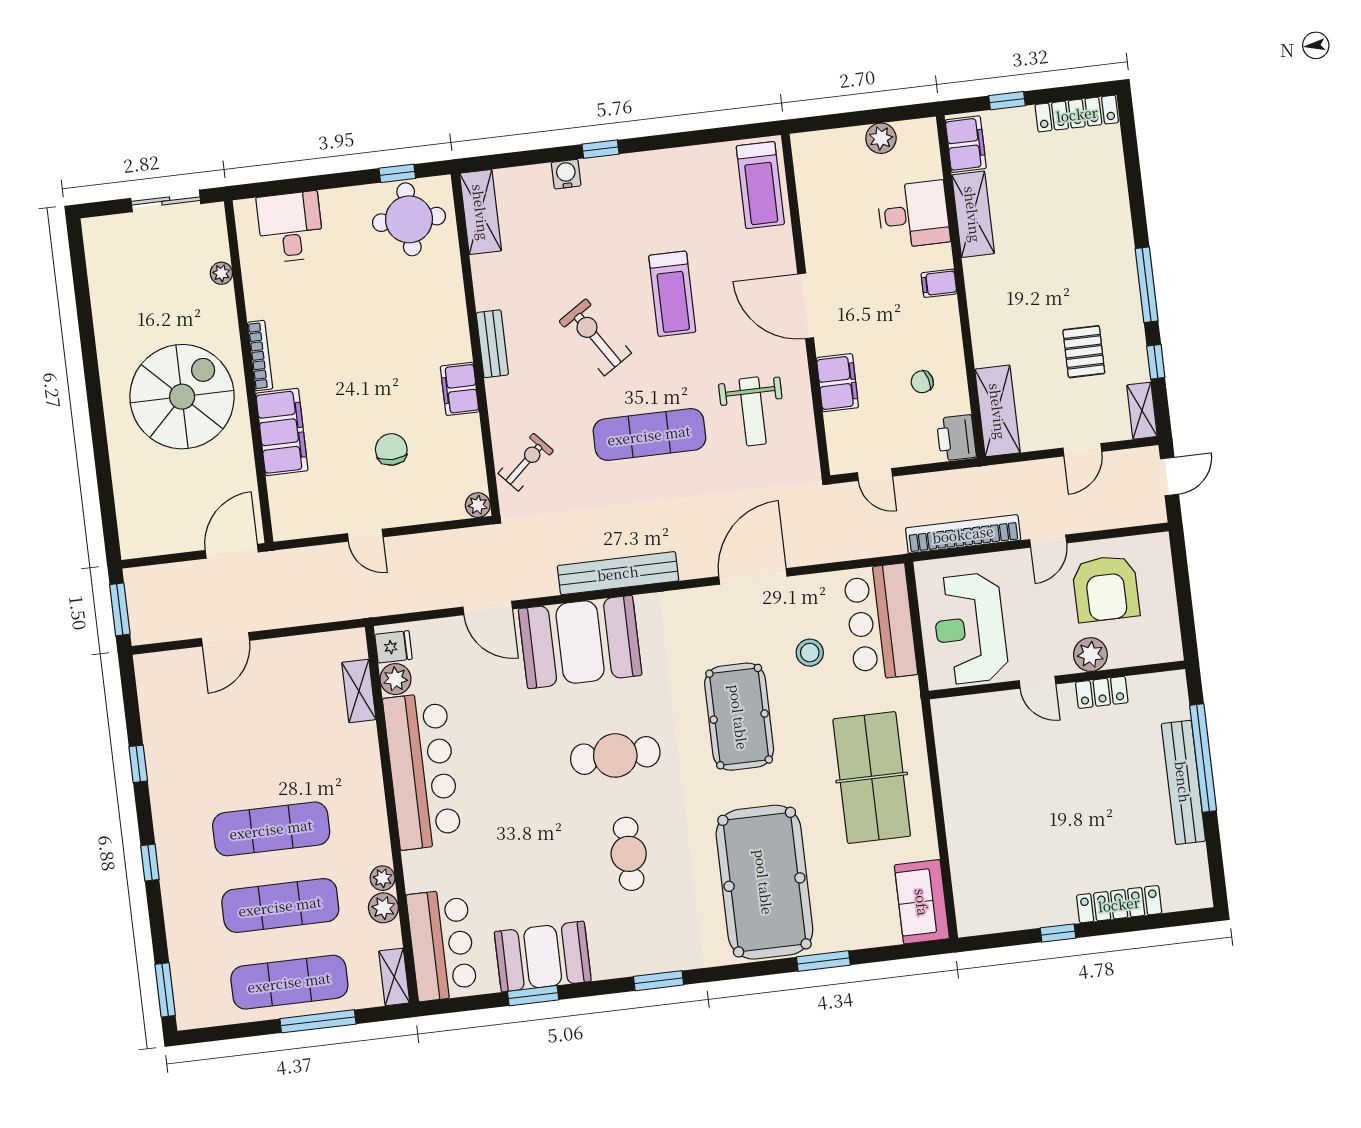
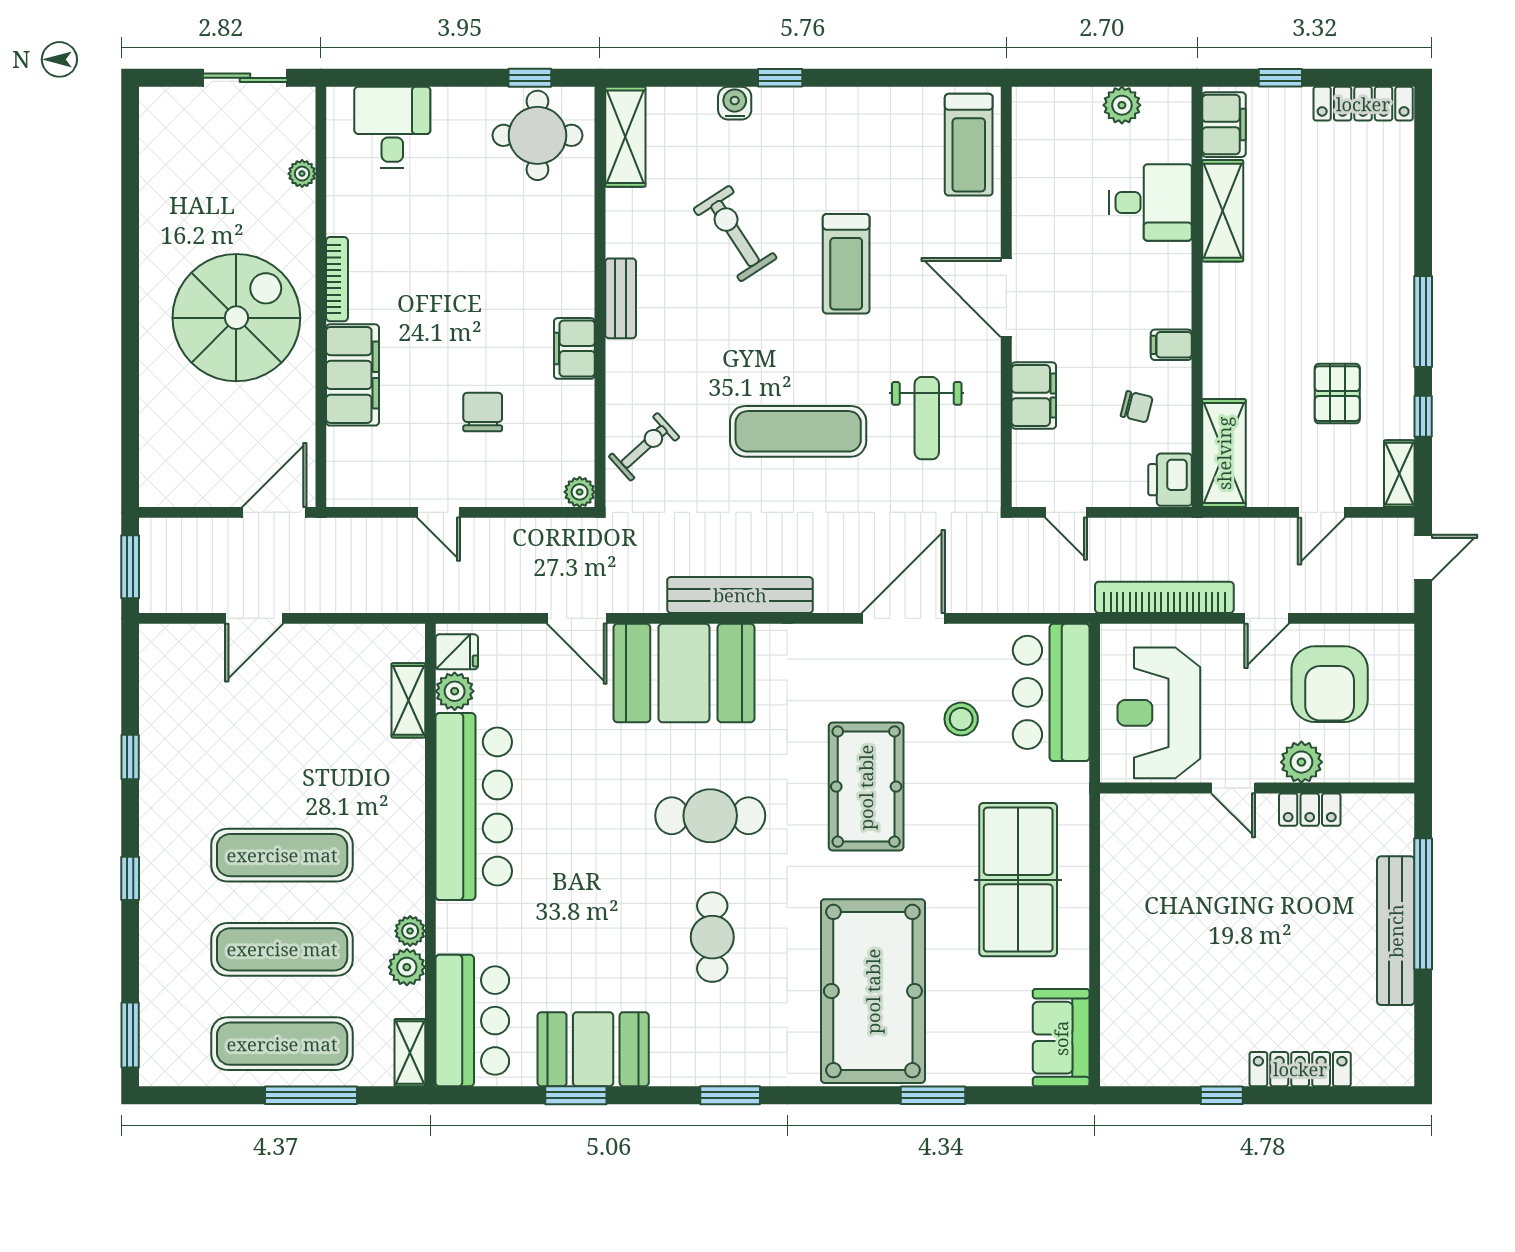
filing cabinet: (939, 283) -> (1171, 345), moved
exercise bike: (595, 337) -> (735, 233), moved
chair: (922, 382) -> (1137, 407), turned -151

